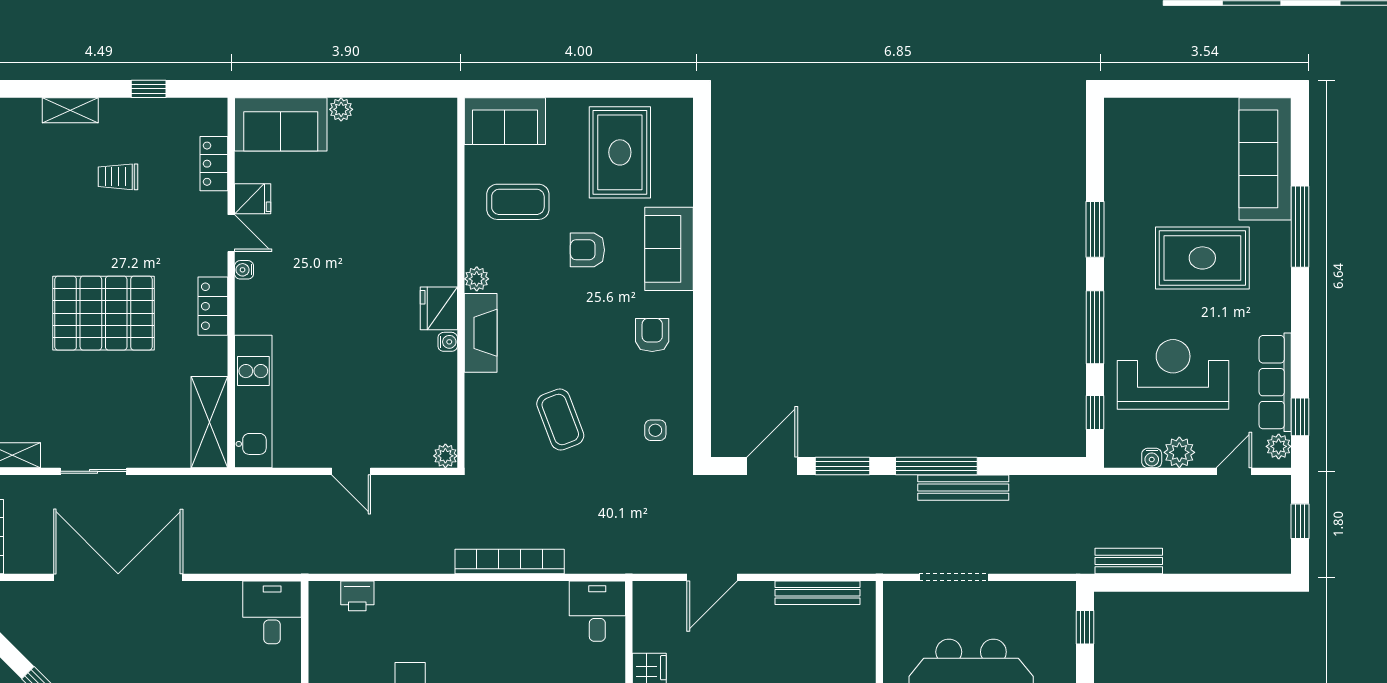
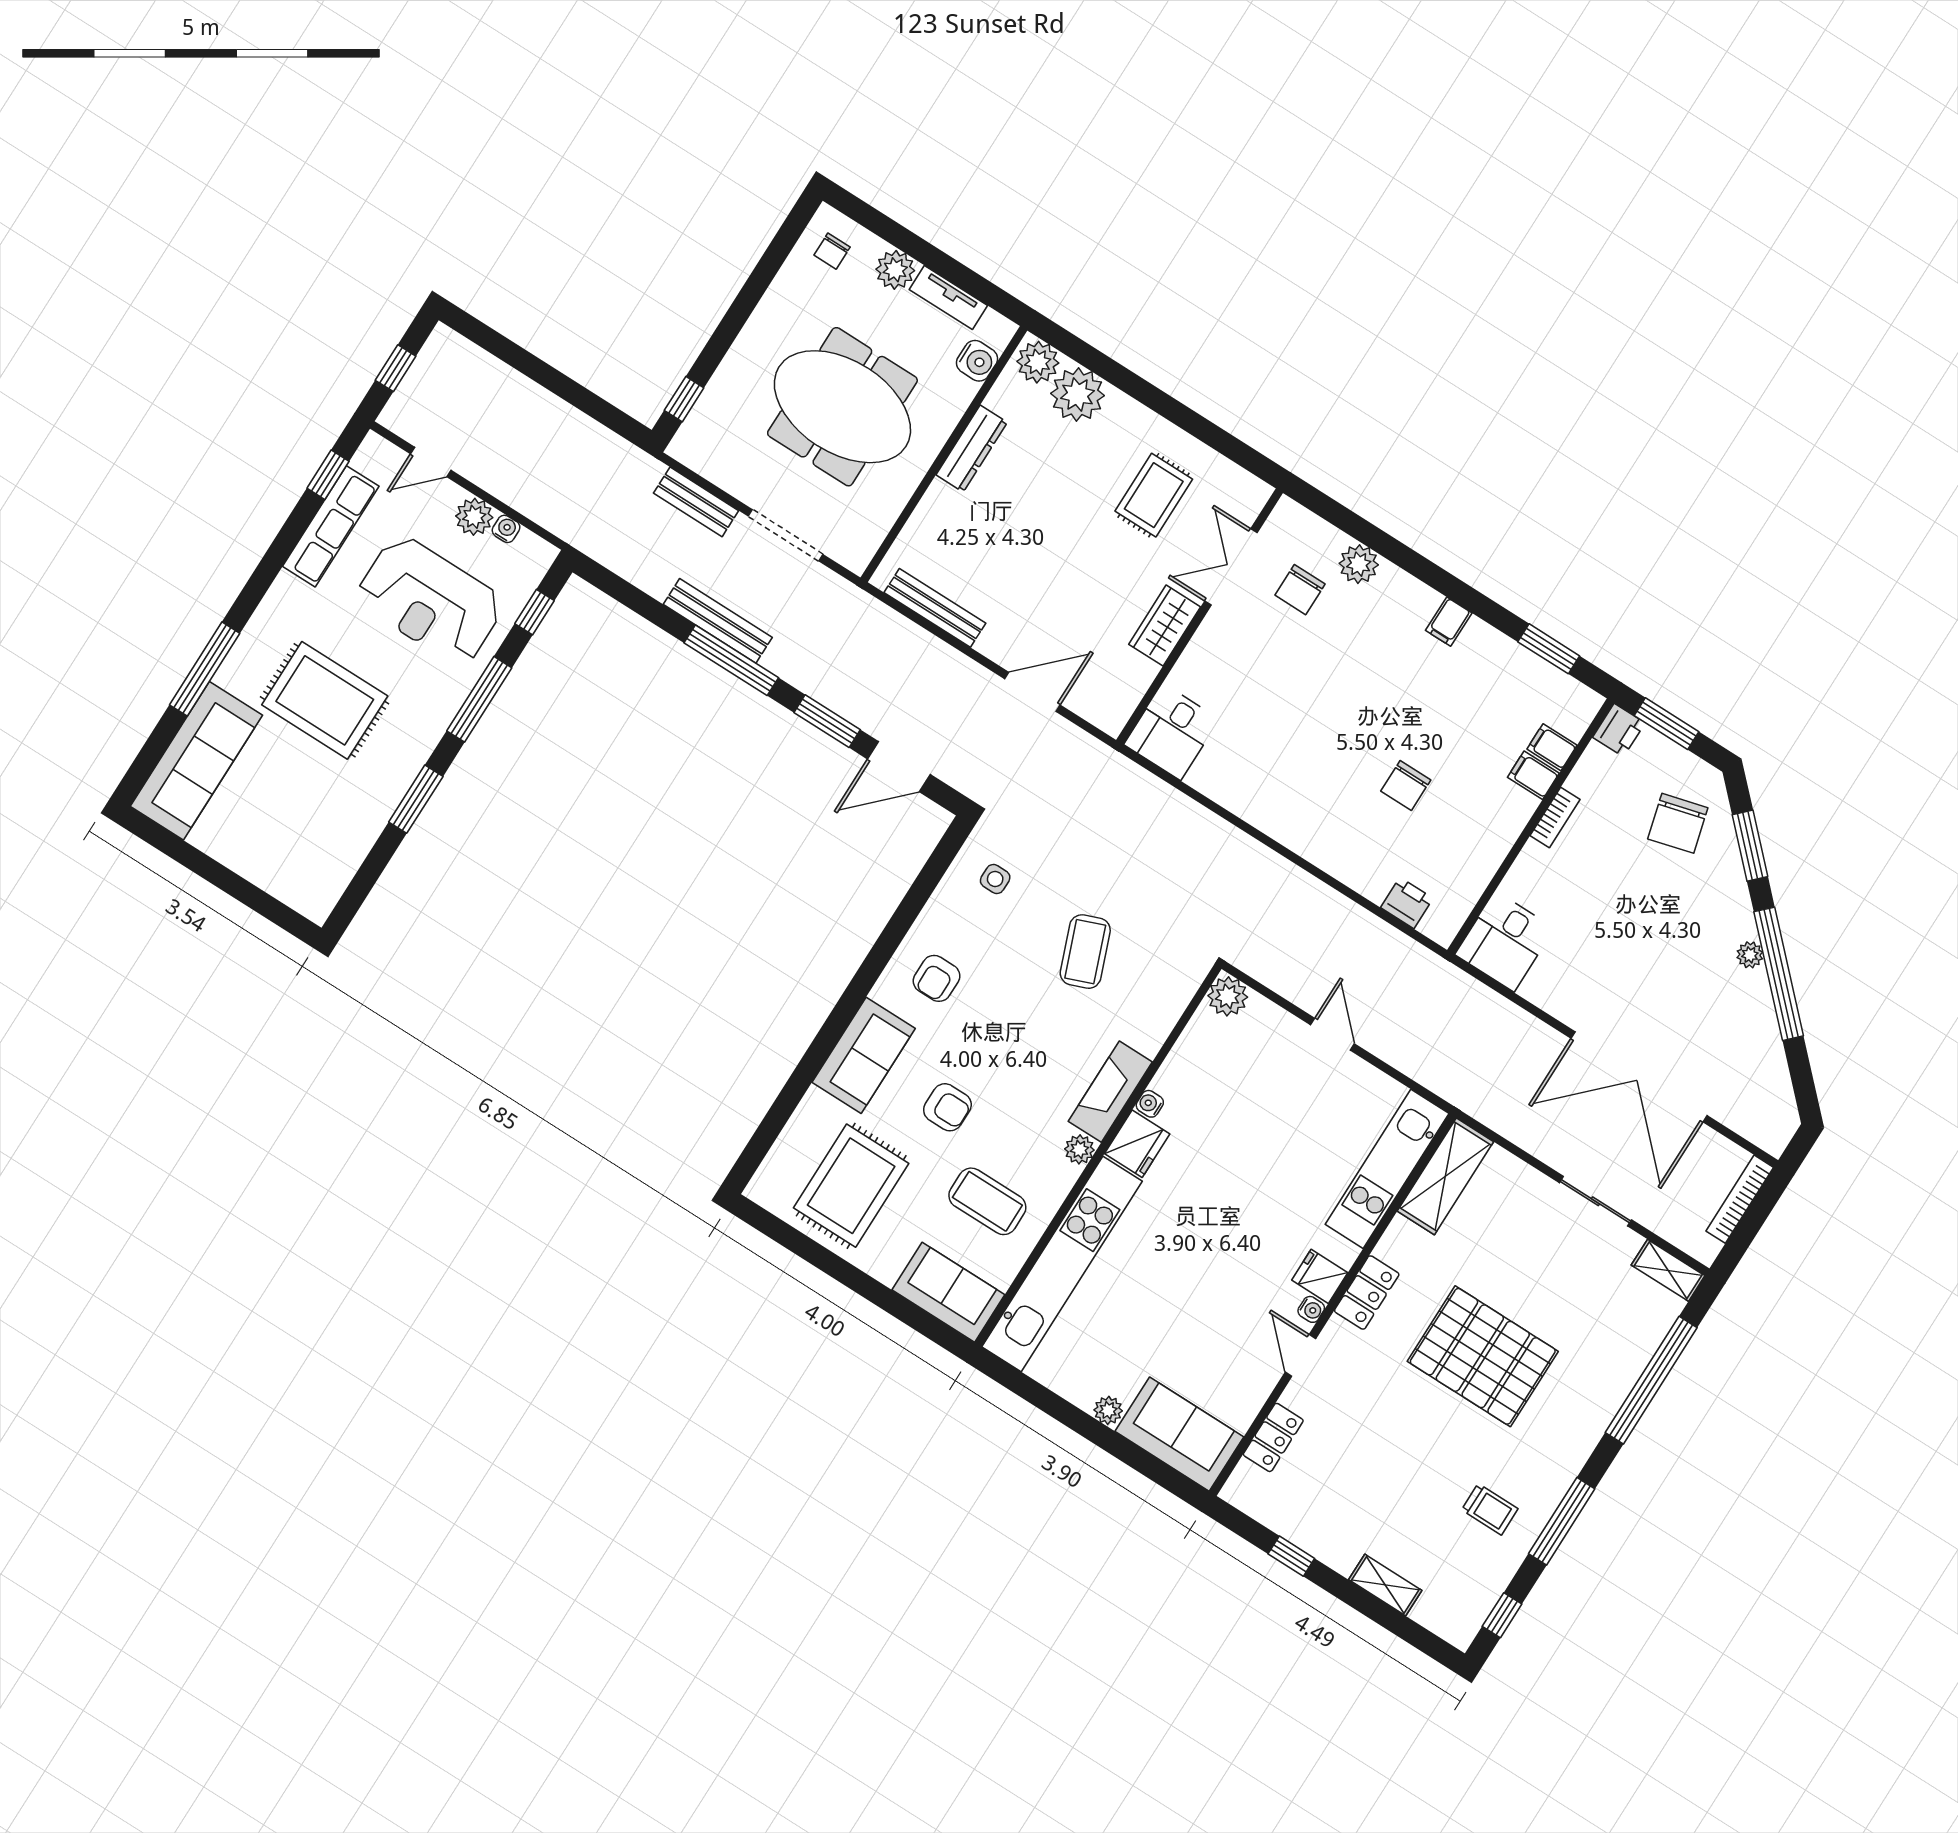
trolley: (118, 177) -> (1490, 1509), moved
kitchen unit: (438, 191) -> (1062, 1264), added
fridge: (253, 199) -> (1320, 1276), moved
plant: (1279, 446) -> (369, 458), removed
plant: (445, 456) -> (1228, 996), width x1.38, depth x1.38
bookcase: (510, 561) -> (1229, 839), removed
bench: (1129, 561) -> (696, 502), moved

